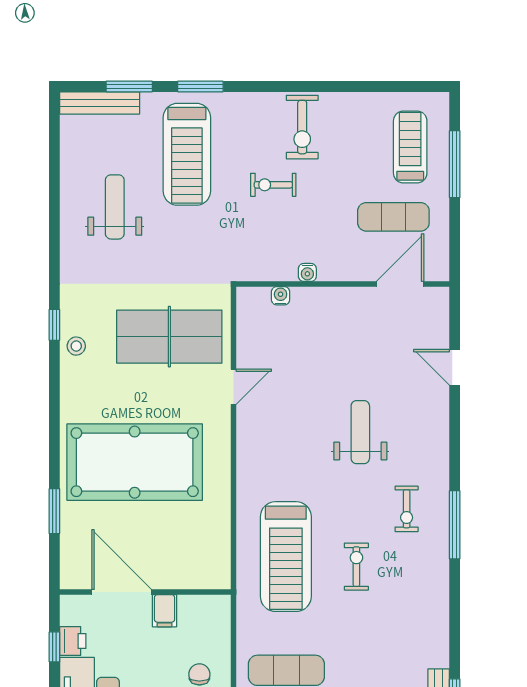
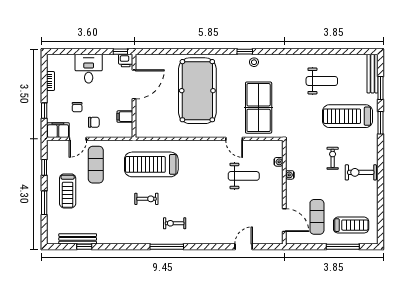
window: (54, 325) -> (245, 52), moved
weight bench: (360, 432) -> (244, 176), moved
window: (54, 511) -> (173, 52), removed
filing cabinet: (165, 611) -> (125, 117), moved
printer: (73, 641) -> (126, 61), moved
window: (54, 647) -> (120, 52), moved

